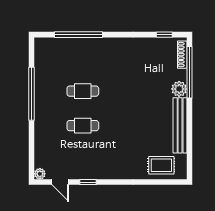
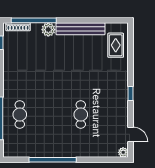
cafe table: (83, 91) -> (20, 115), moved
door: (60, 182) -> (131, 134), hinge flipped
window: (88, 182) -> (131, 93), moved

